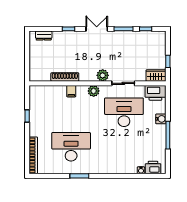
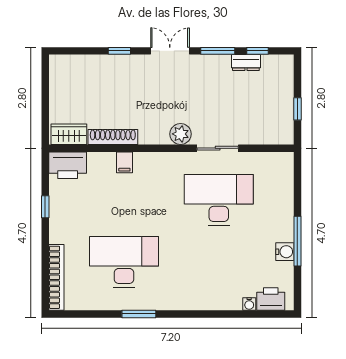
dresser: (44, 35) -> (246, 63), moved
wardrobe: (156, 76) -> (69, 134), moved
plant: (94, 91) -> (164, 162), removed
printer: (155, 93) -> (68, 165), moved
water cooler: (161, 119) -> (285, 252), moved

